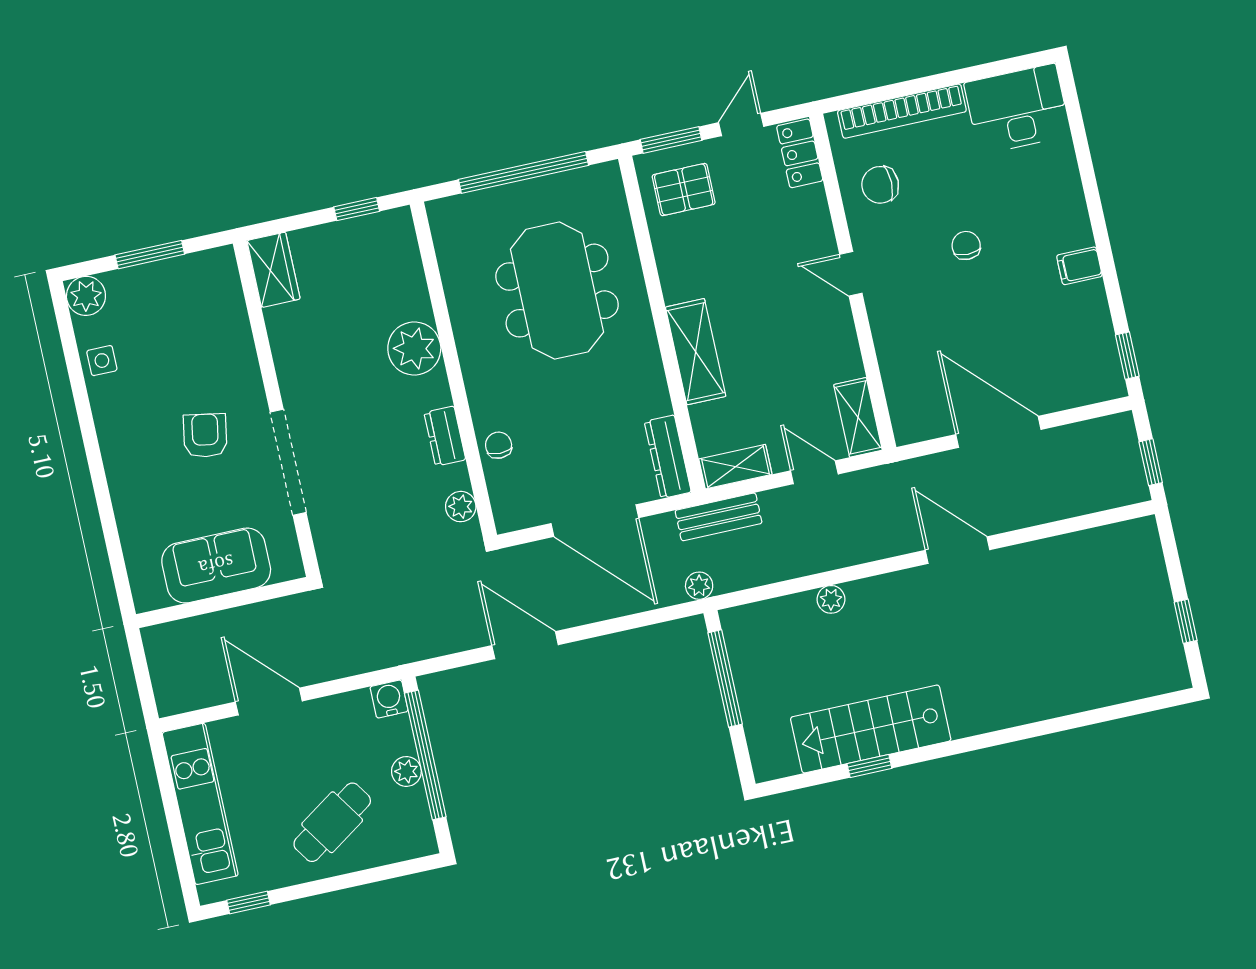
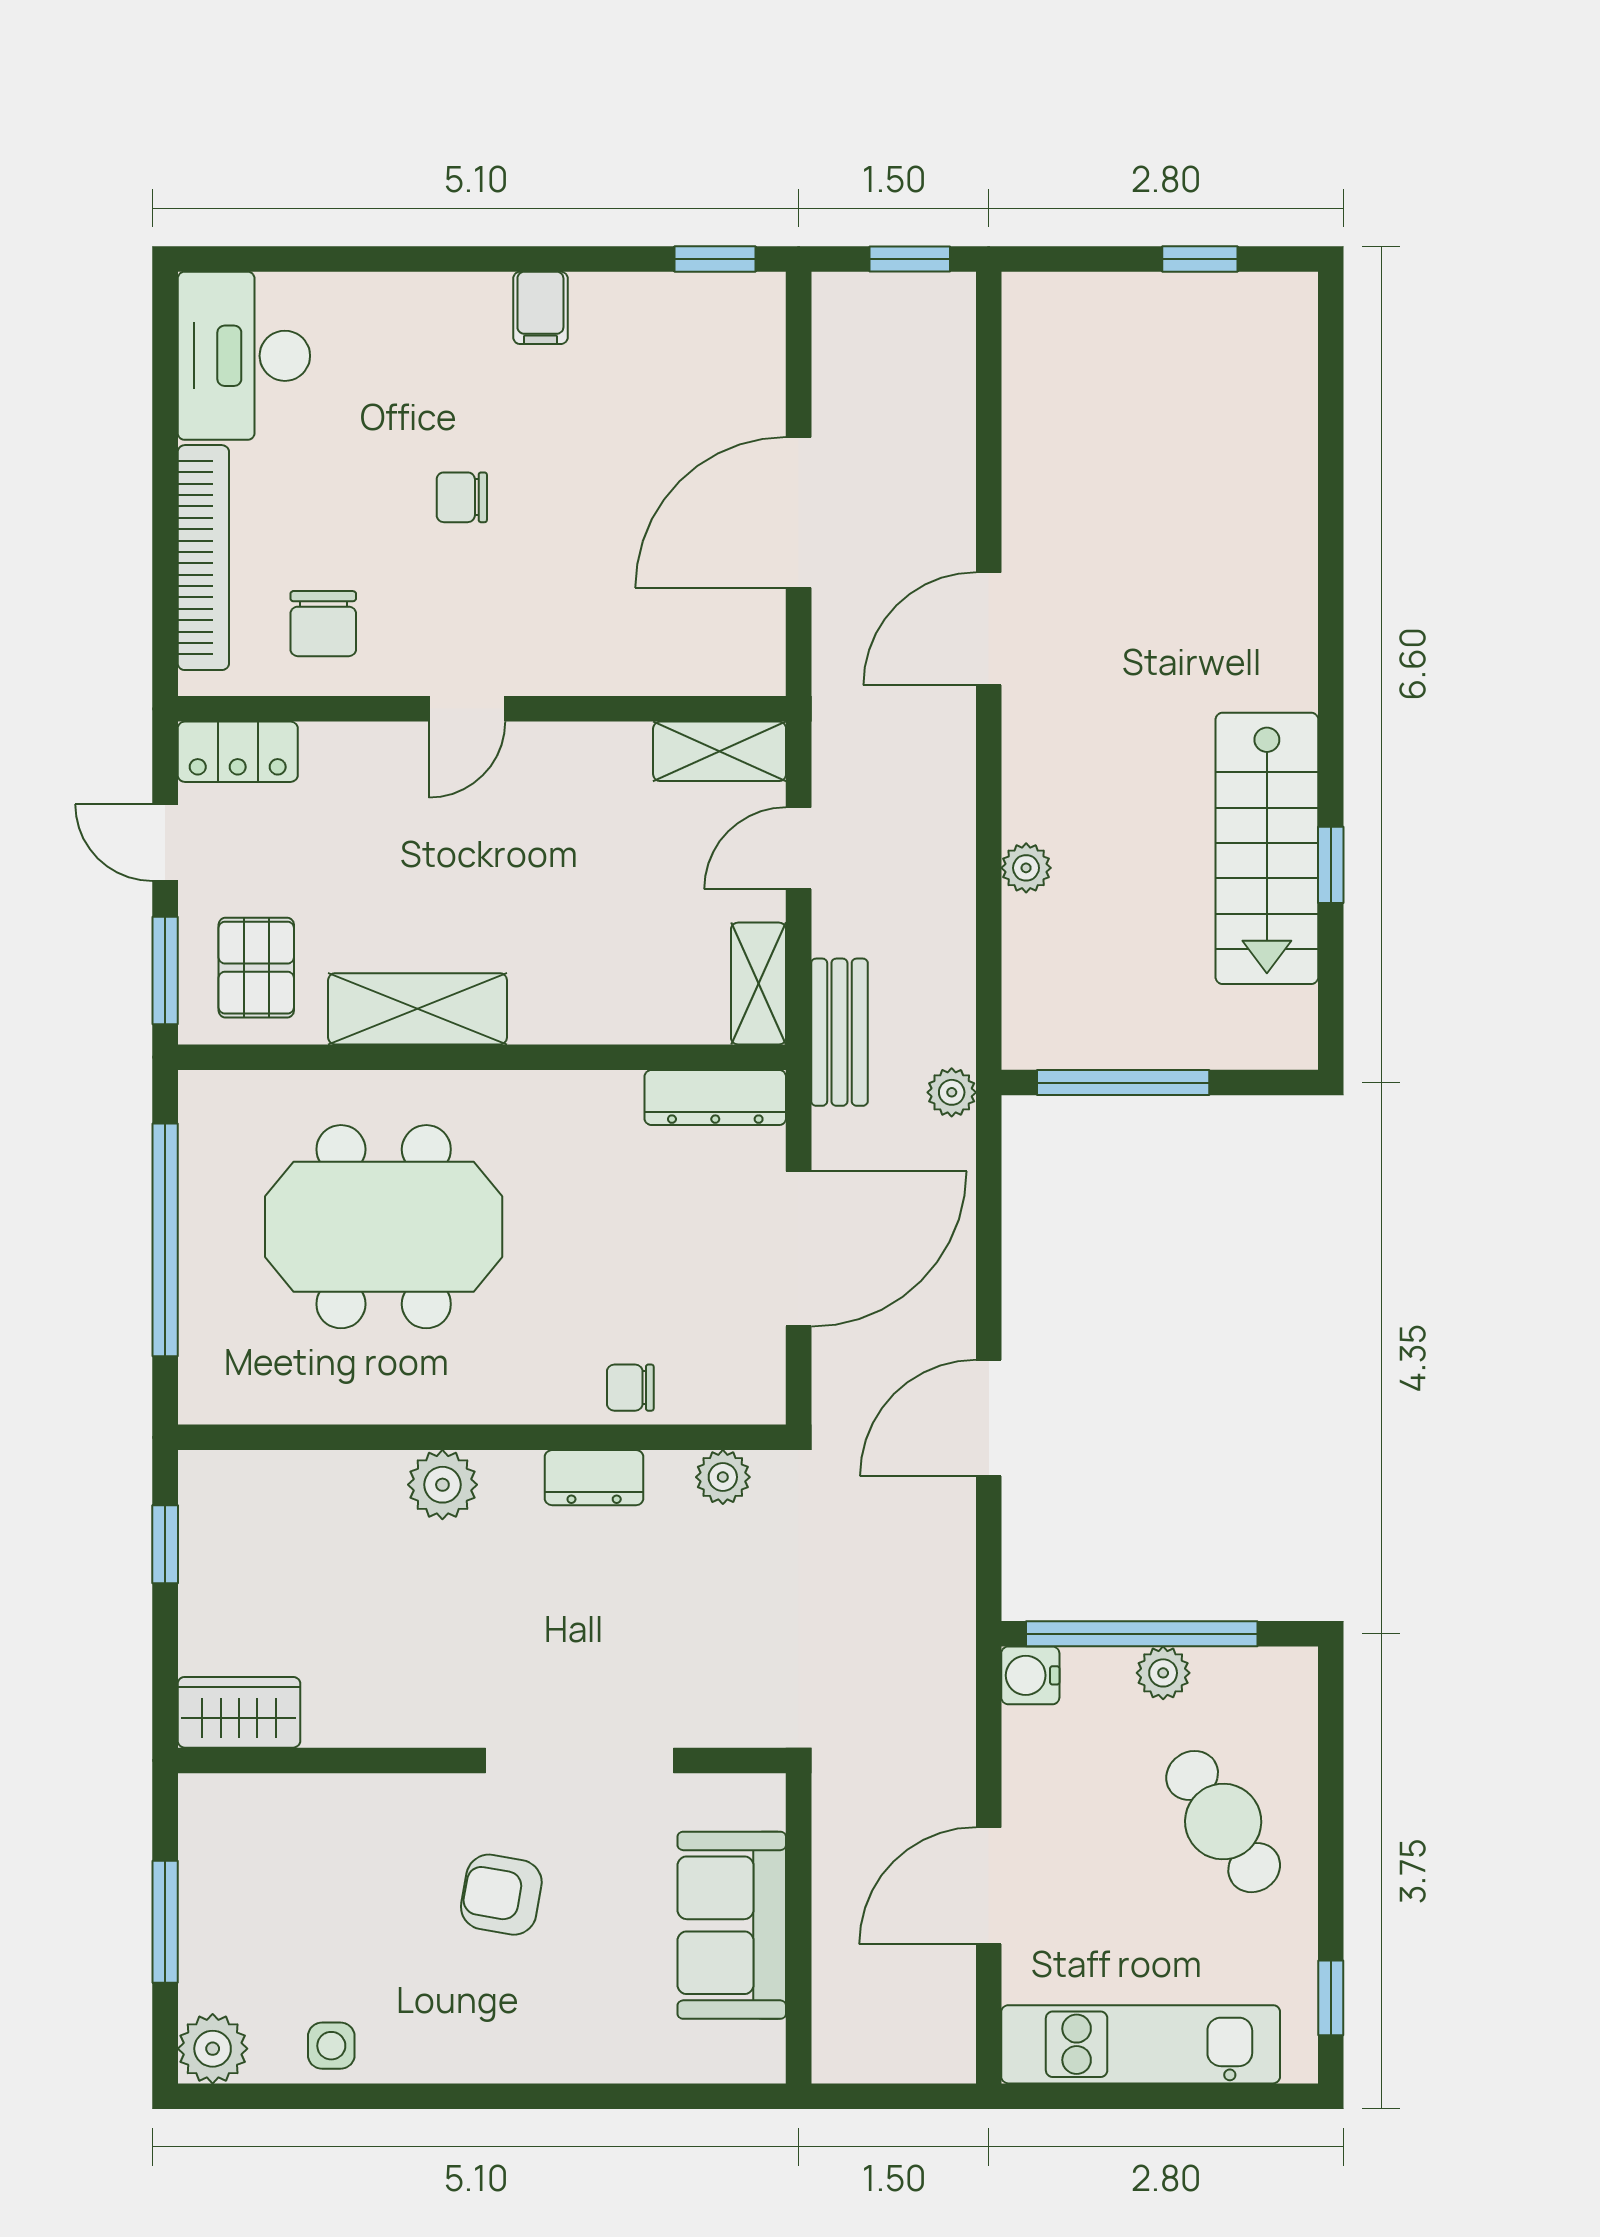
plant: (414, 348) -> (442, 1485), width x0.73, depth x0.73
shelving: (696, 352) -> (418, 1009), moved

